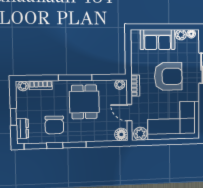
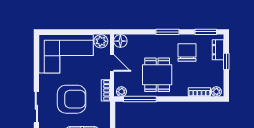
armchair: (168, 76) -> (72, 99), turned 180
window: (75, 78) -> (140, 99), moved

